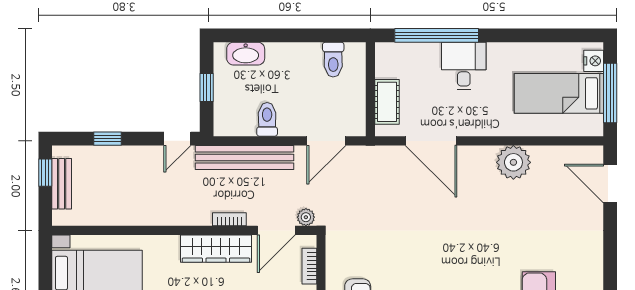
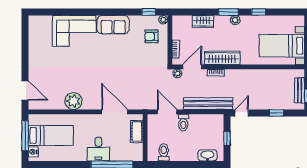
toilet: (267, 119) -> (183, 123), moved
door: (326, 141) -> (167, 112), hinge flipped

